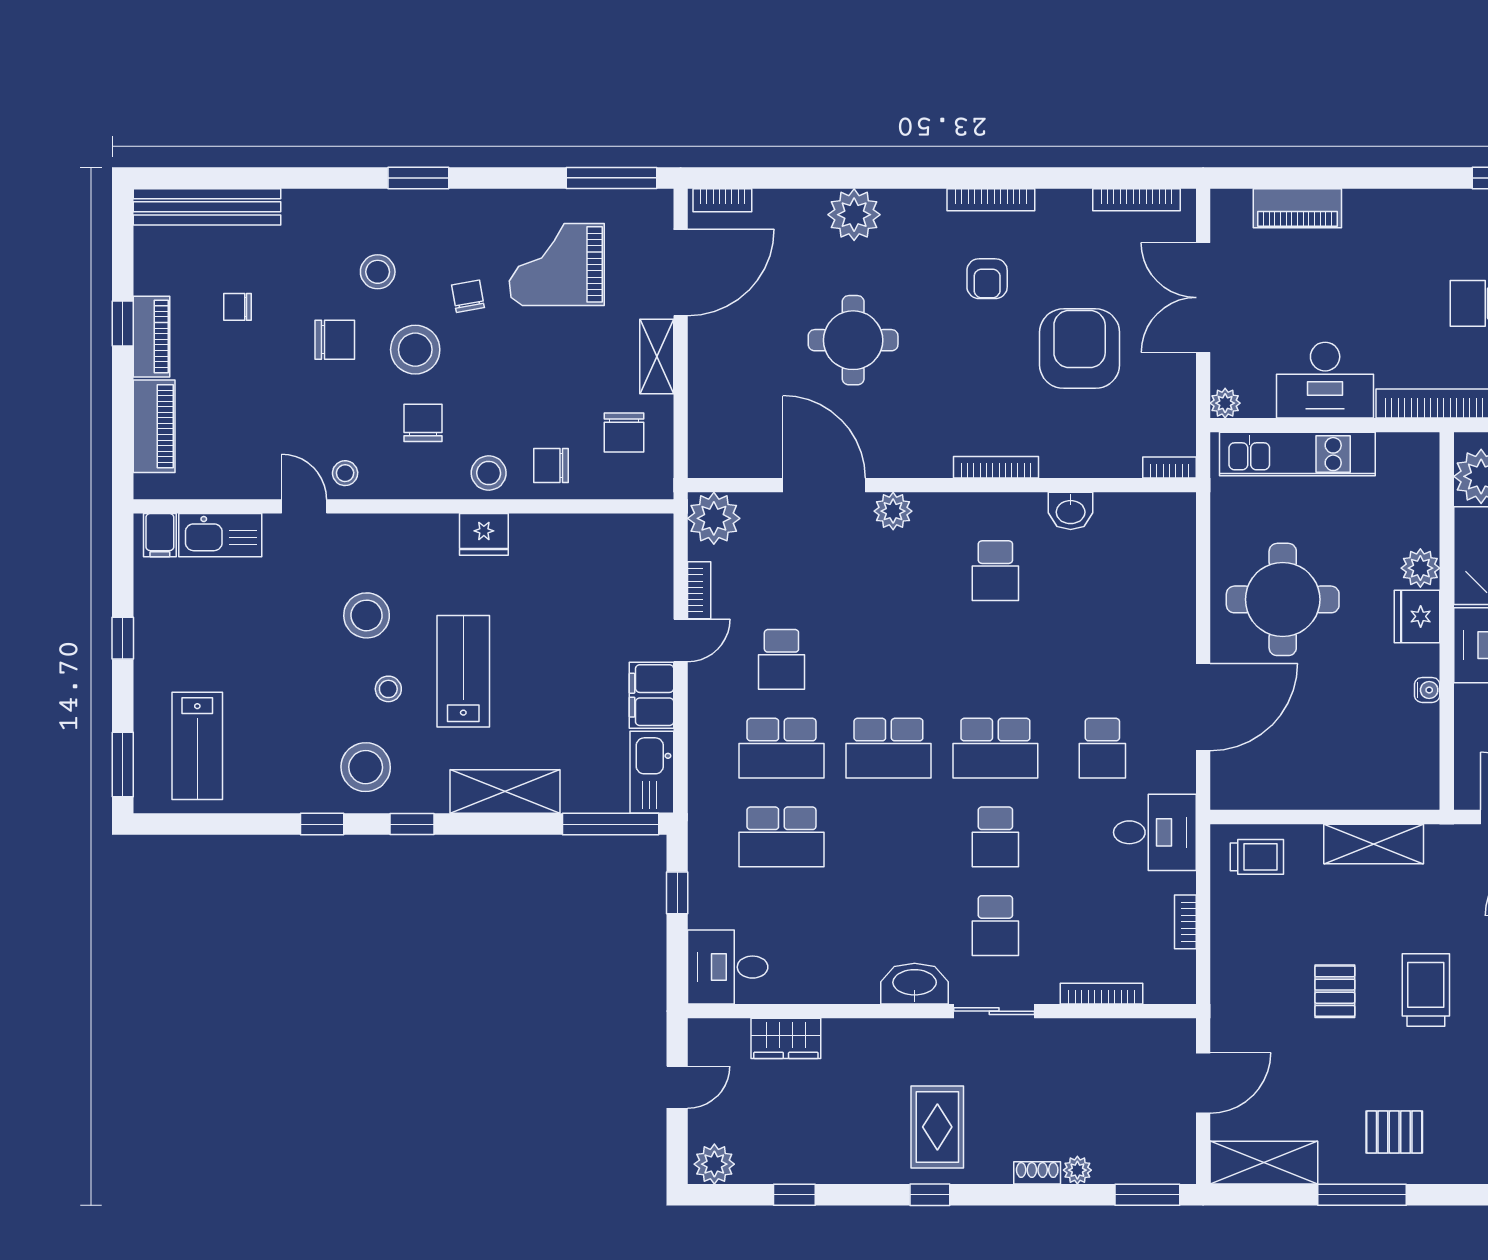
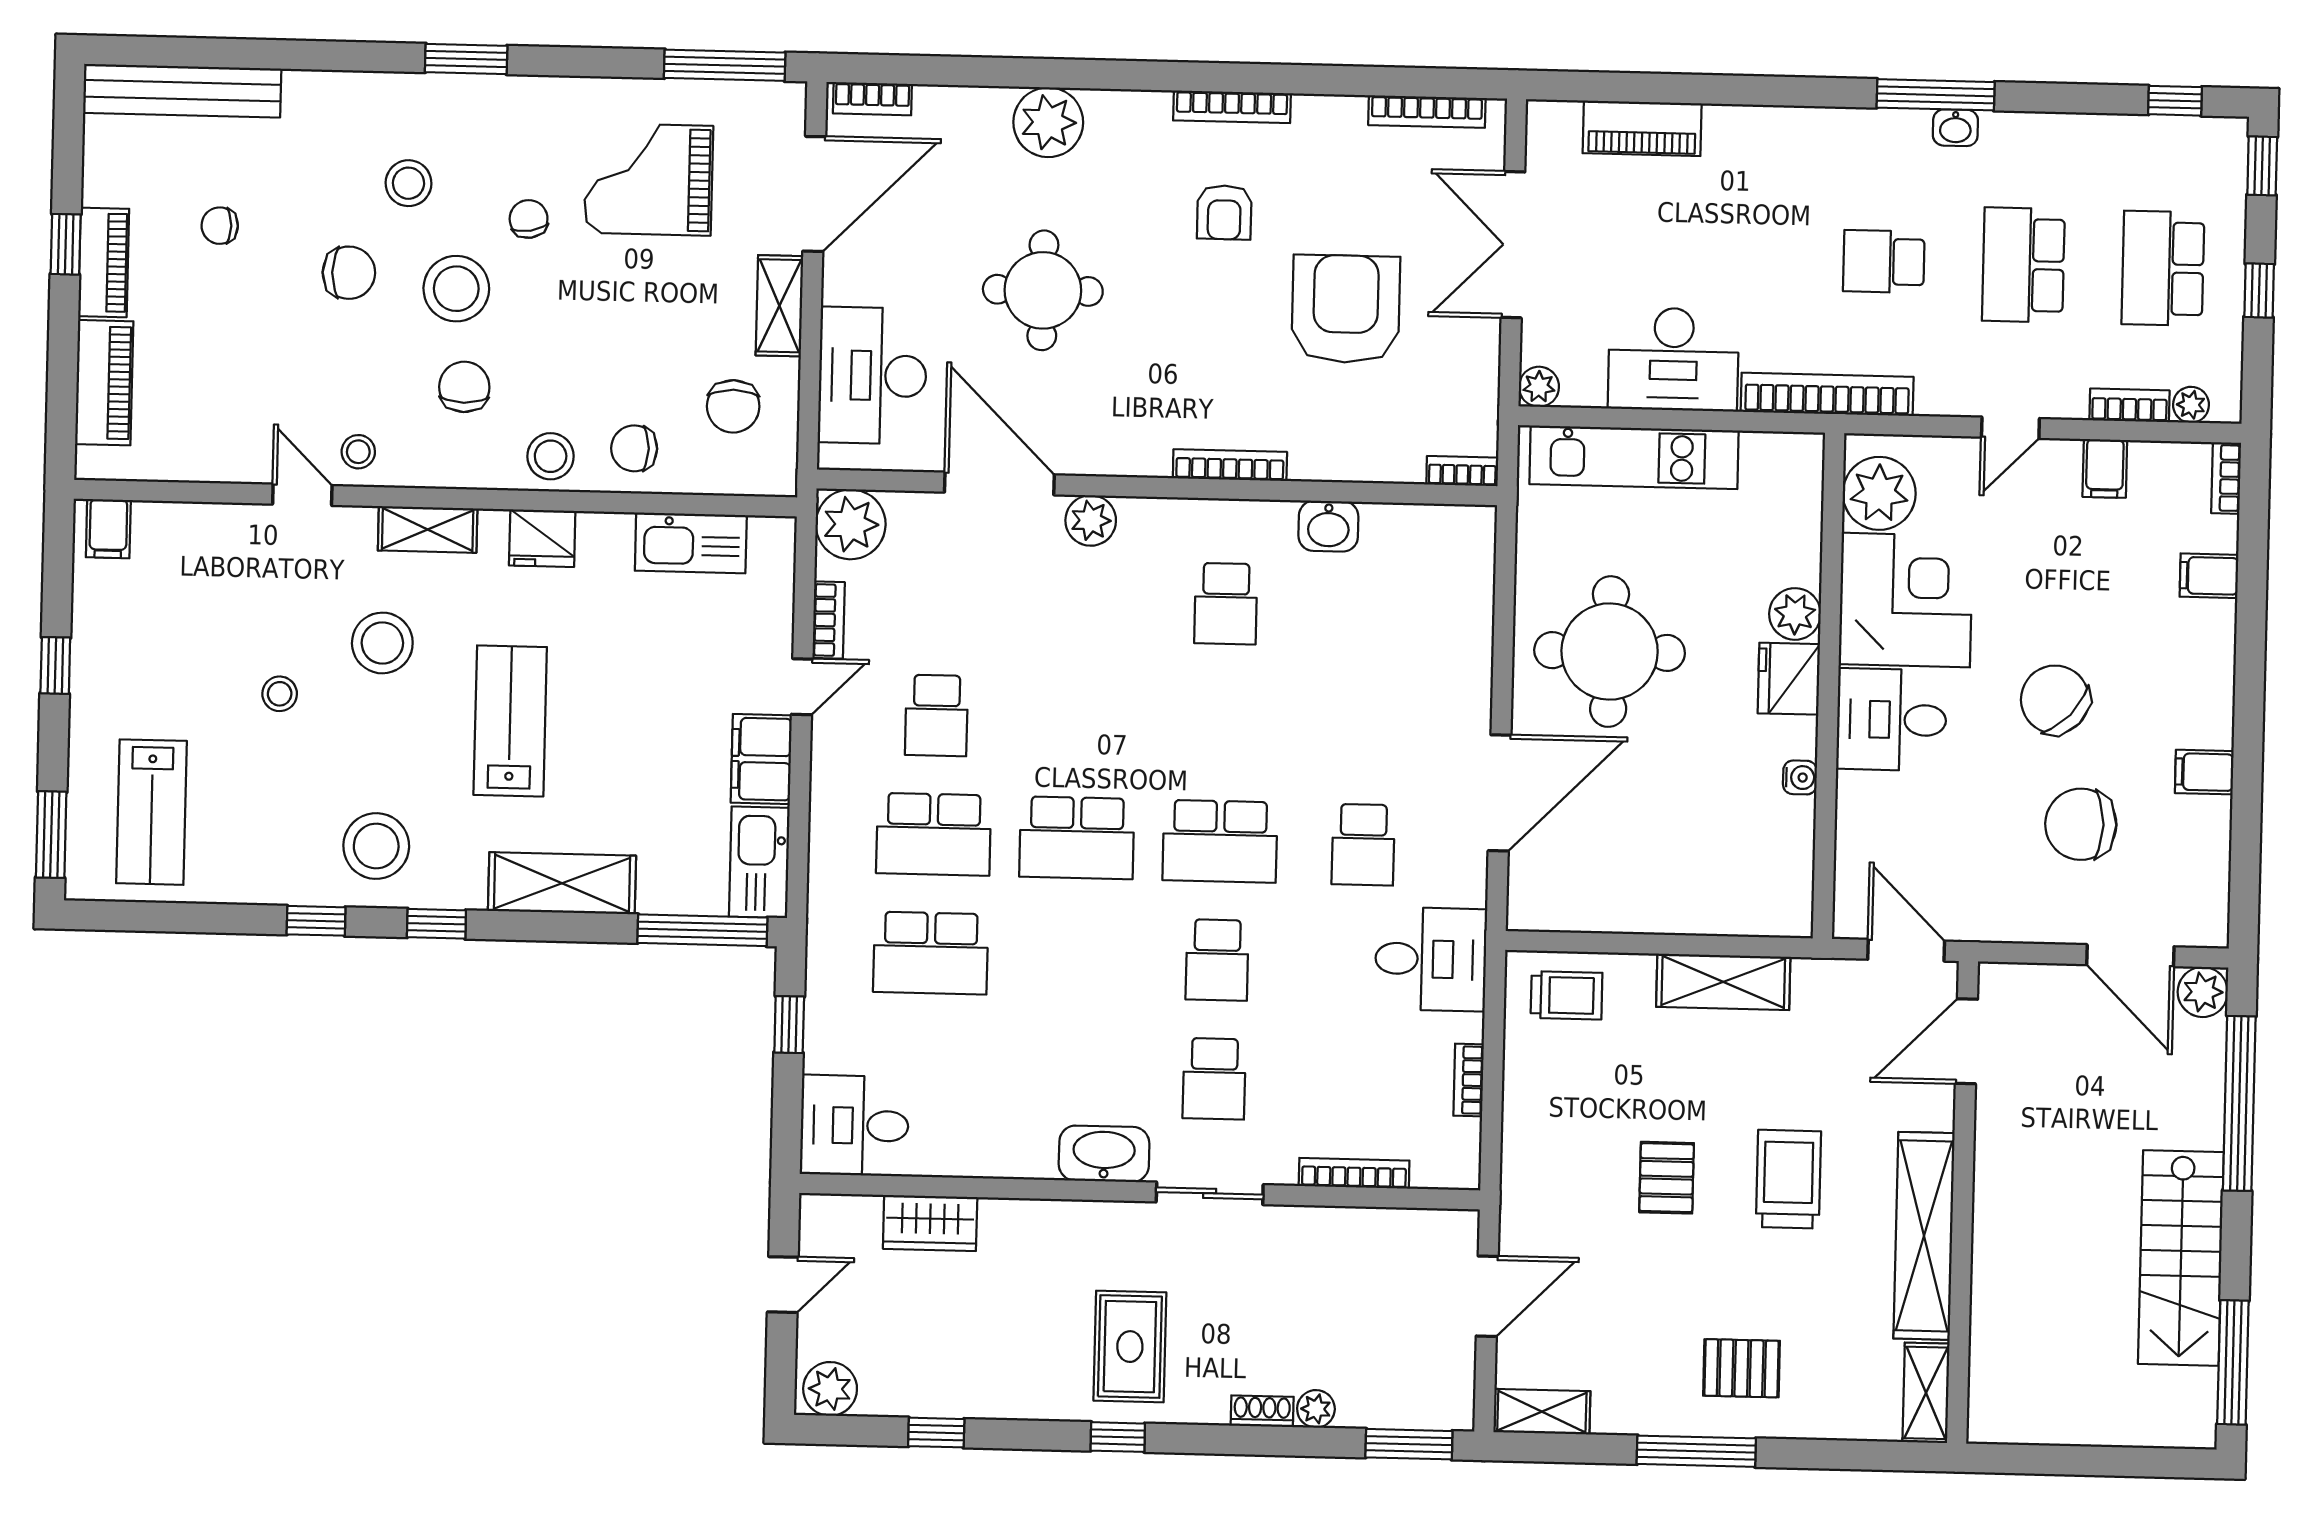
desk: (728, 407) -> (873, 376), added
shelving: (398, 530) -> (428, 529), added
kitchen sink: (220, 535) -> (691, 543), moved
stool: (388, 689) -> (280, 694), moved
shelving: (1264, 1163) -> (1542, 1412), width x0.67, depth x0.75

